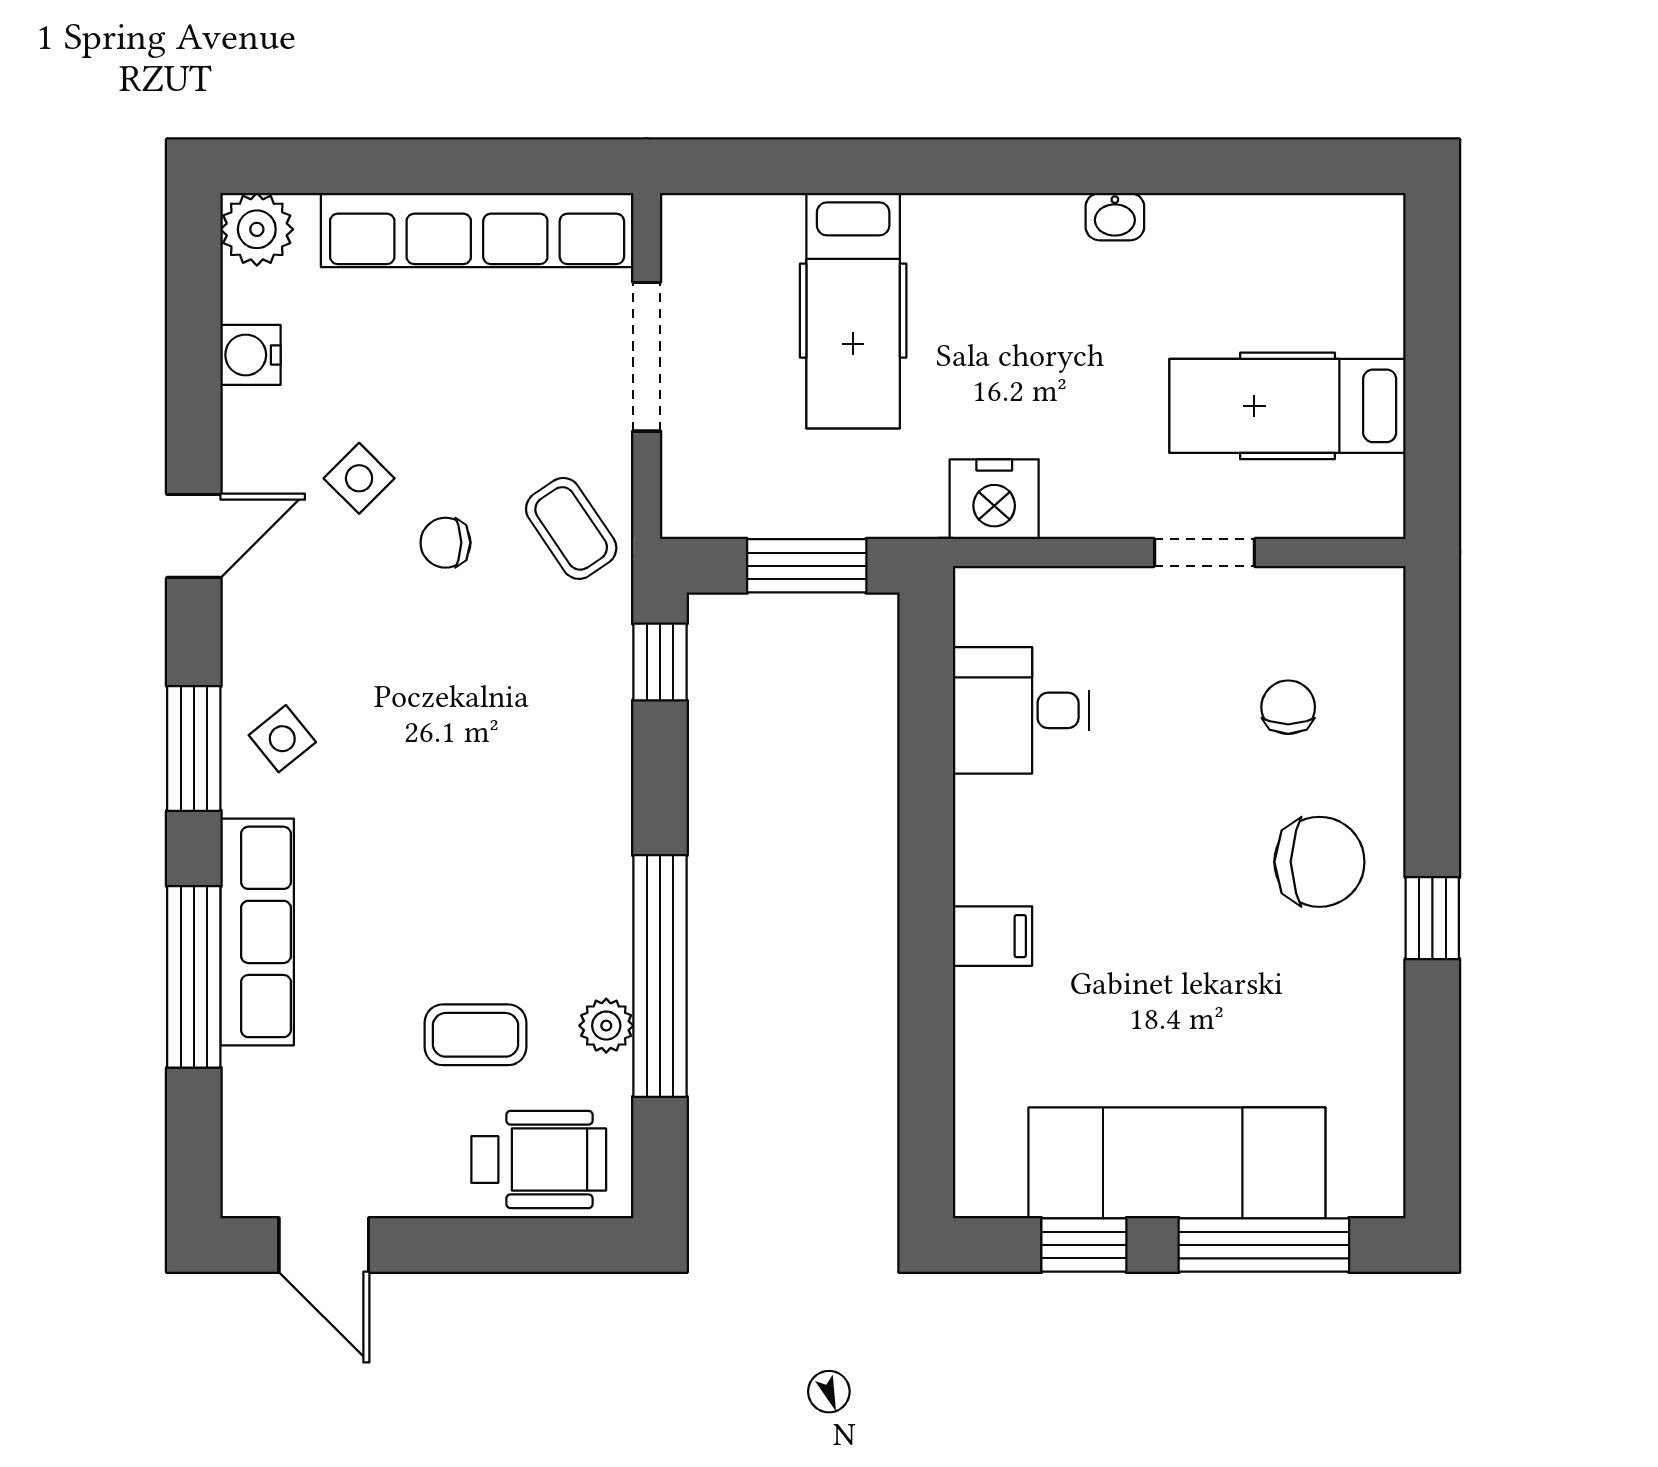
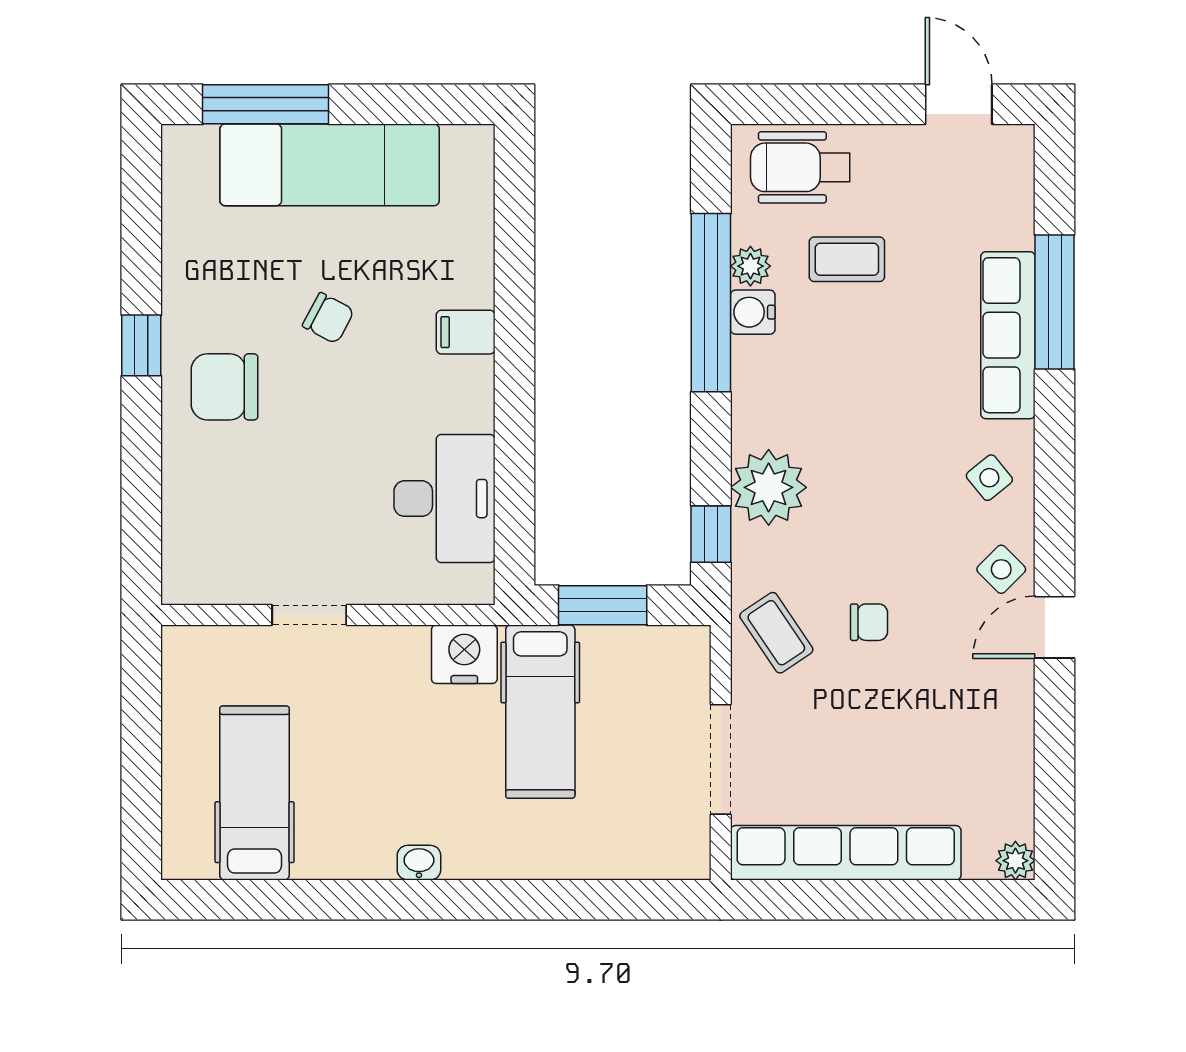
washbasin: (1115, 217) -> (419, 863), moved
plant: (257, 229) -> (1015, 861), width x0.73, depth x0.73
hospital bed: (853, 311) -> (540, 712), moved, turned 180
water cooler: (250, 355) -> (753, 312), moved, turned 180
hospital bed: (1287, 406) -> (255, 793), moved, turned -90
side table: (359, 478) -> (1001, 569), moved
chair: (1288, 707) -> (328, 318), moved, turned -62
desk: (1021, 710) -> (444, 499), width x1.37
plant: (582, 725) -> (769, 487), added
window: (194, 748) -> (1055, 470), removed
window: (1084, 1245) -> (398, 104), removed

